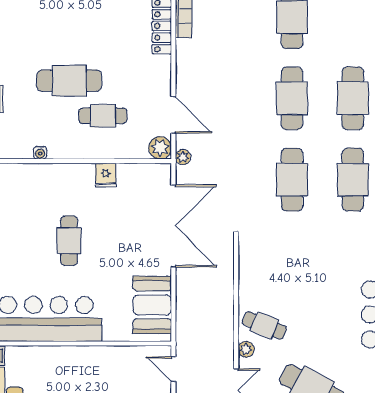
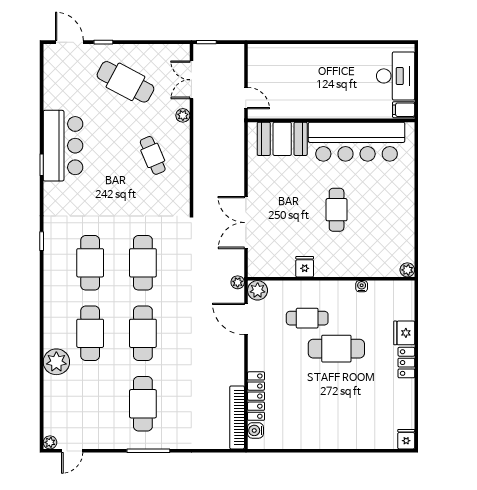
double door: (173, 226) -> (246, 223), width x0.73
booth: (152, 305) -> (282, 139), moved, turned 90
cafe table: (264, 325) -> (153, 155), moved, turned 45

